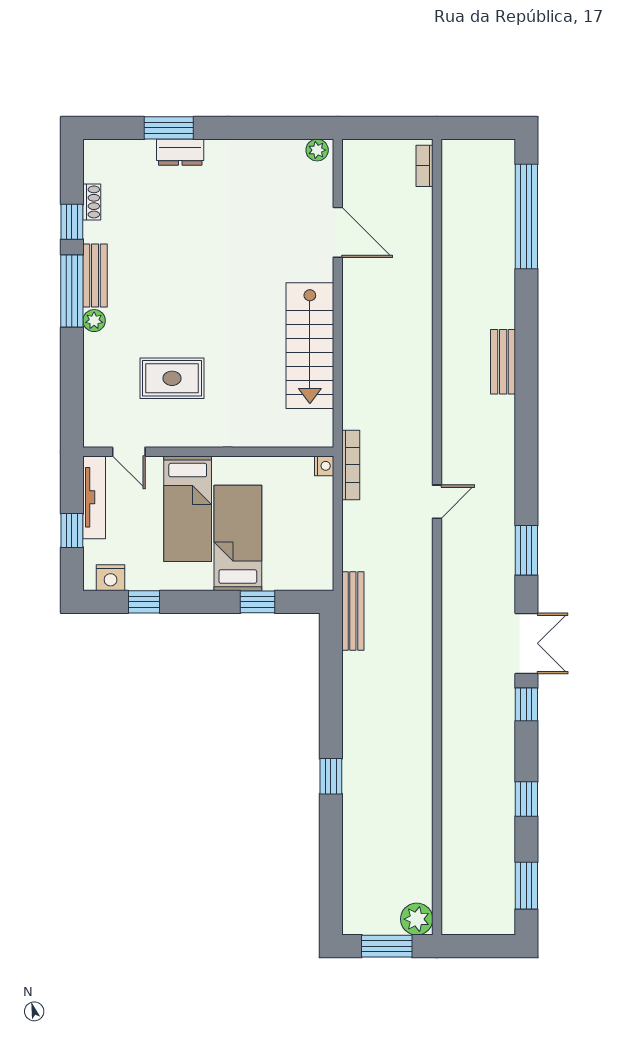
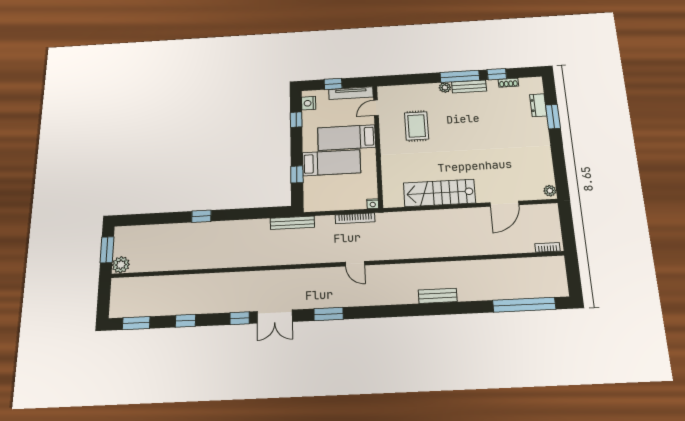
dresser: (180, 152) -> (538, 105), moved
bookcase: (351, 465) -> (355, 218), moved

